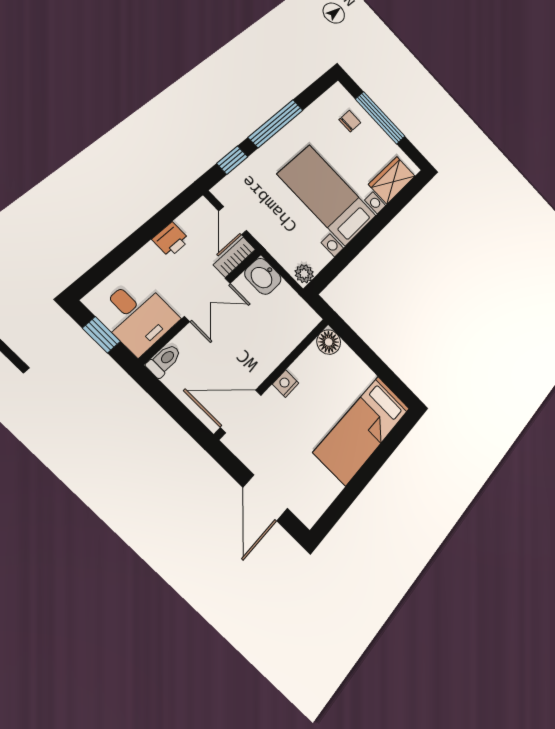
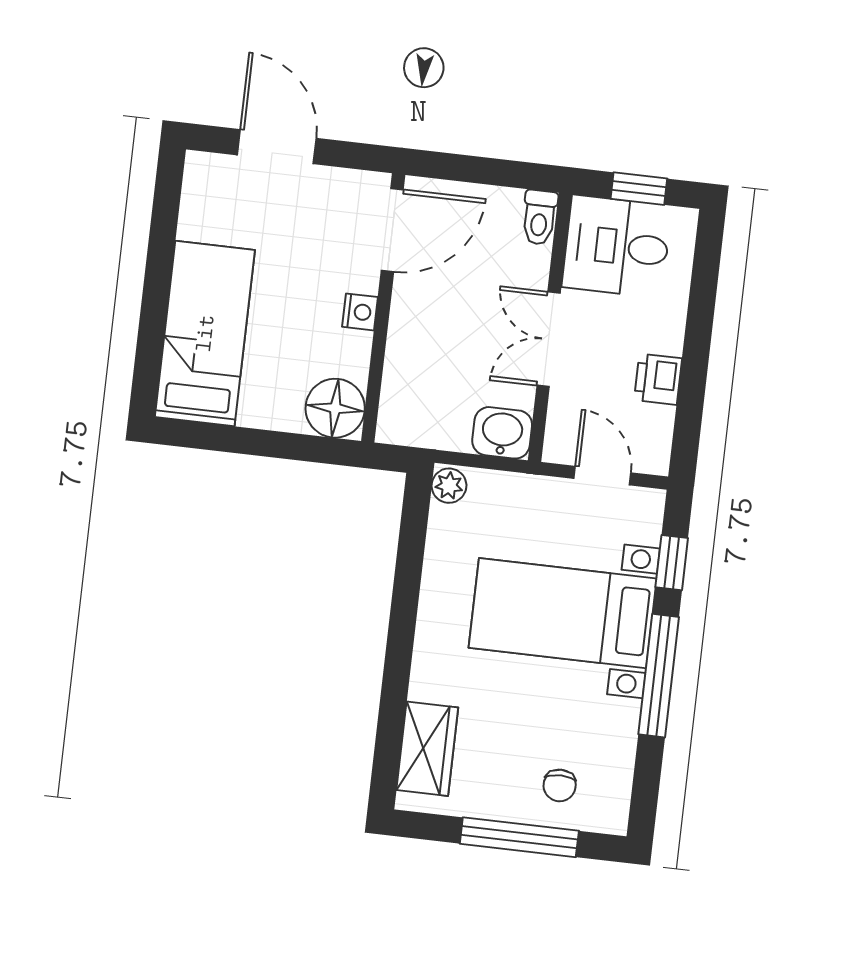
bed with nightstands: (327, 195) -> (563, 613), moved, turned 180
bookcase: (234, 257) -> (560, 427), removed
floor lamp: (329, 342) -> (335, 408), width x1.38, depth x1.38

